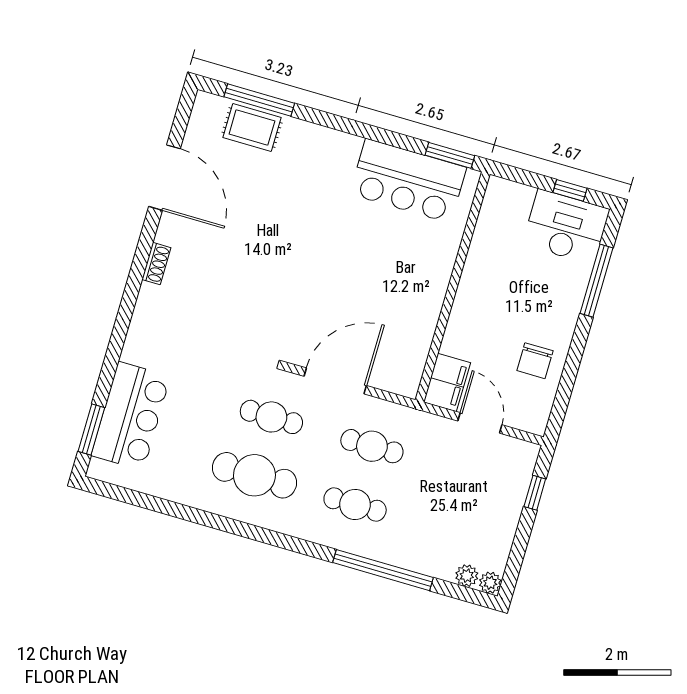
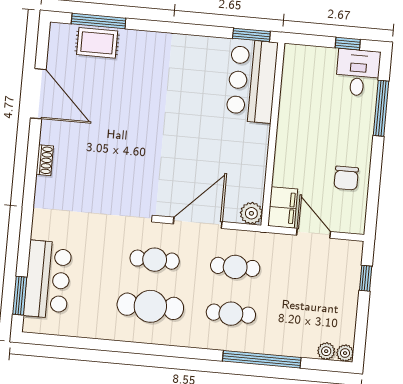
bar counter: (408, 181) -> (252, 81), moved, turned 90
desk: (566, 227) -> (358, 73), width x0.73
plant: (406, 382) -> (251, 213), added

